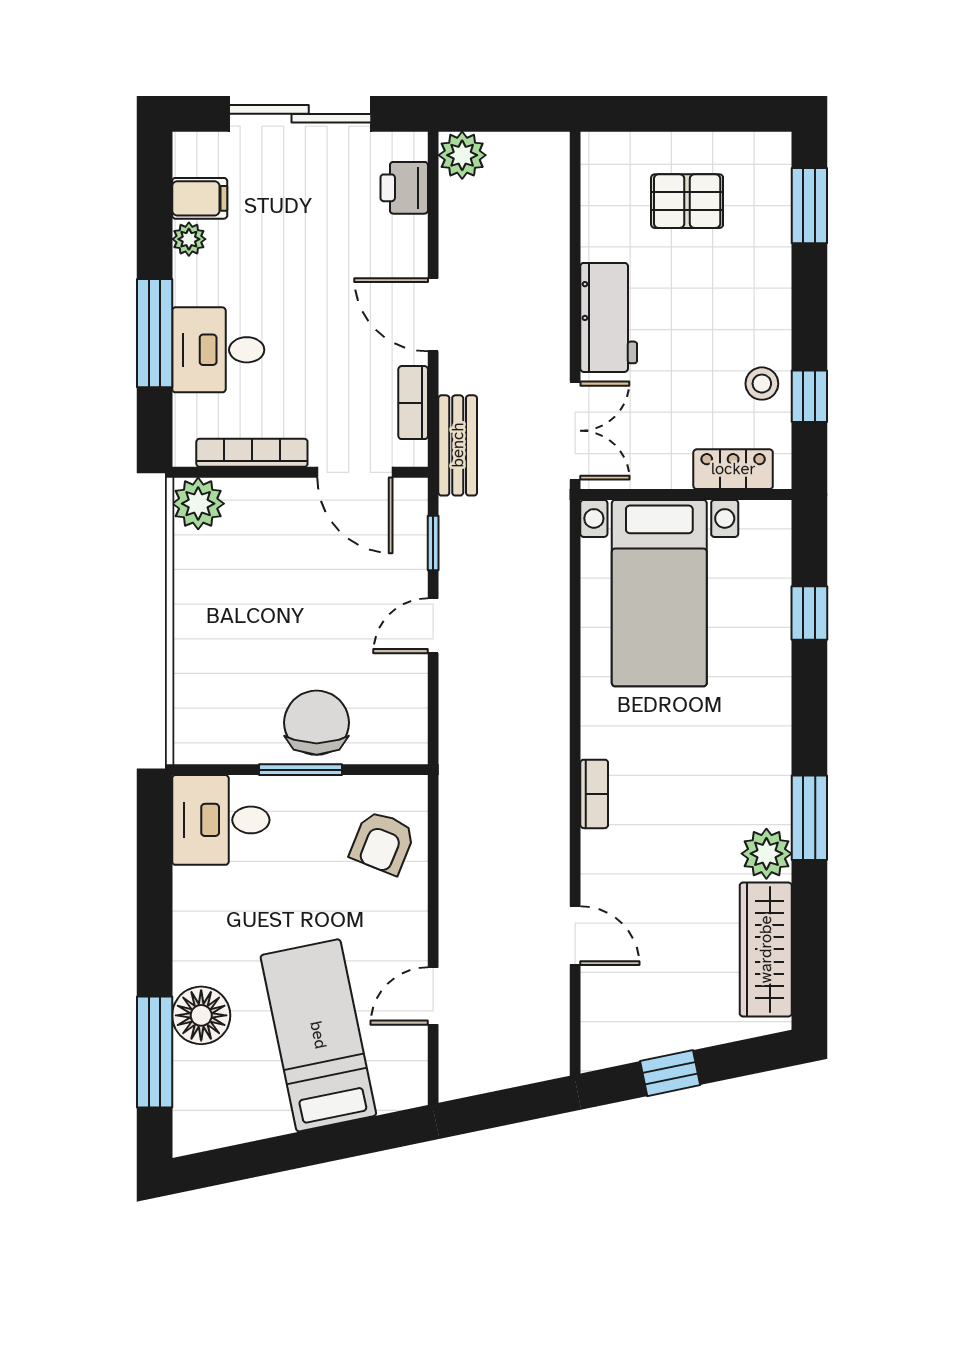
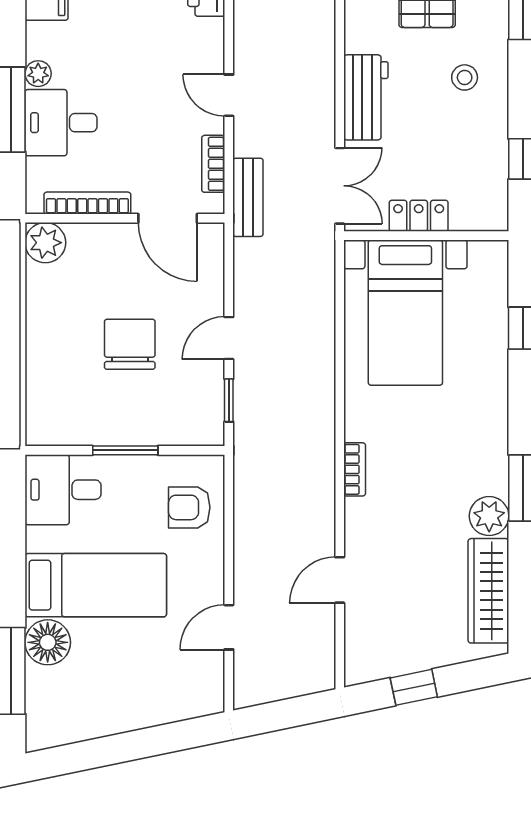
plant: (189, 239) -> (38, 74), moved
door: (433, 315) -> (229, 95), width x0.73
stool: (762, 384) -> (465, 77), moved
locker: (733, 469) -> (419, 216), moved
window: (433, 543) -> (229, 400), moved
chair: (317, 723) -> (130, 344), moved
armchair: (383, 843) -> (189, 507), turned 68
door: (575, 936) -> (340, 580), swing flipped
bed: (318, 1035) -> (96, 585), moved, turned 102

